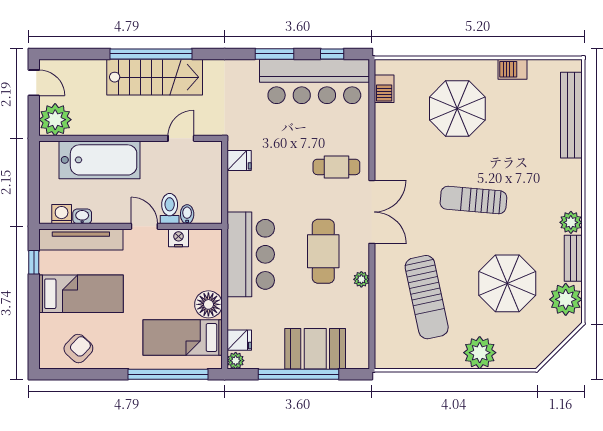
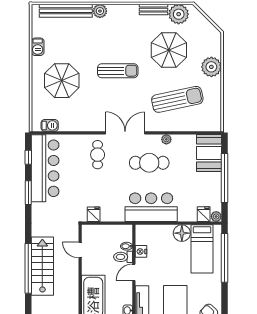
sun lounger: (473, 200) -> (118, 71), turned -95
plant: (571, 222) -> (100, 11), moved
booth: (315, 349) -> (209, 153), moved

